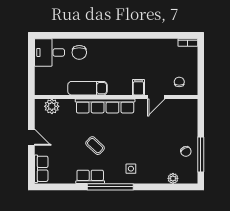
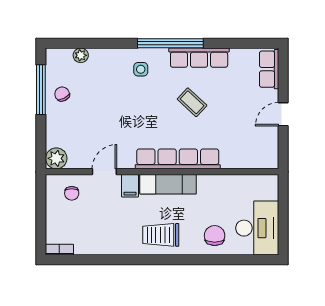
desk: (49, 52) -> (257, 228), width x1.37
trolley: (117, 53) -> (161, 235), added
exam couch: (87, 88) -> (168, 184), moved
plant: (52, 106) -> (56, 158), moved
door: (31, 137) -> (283, 114), hinge flipped
row of seats: (90, 177) -> (199, 58), width x1.48

